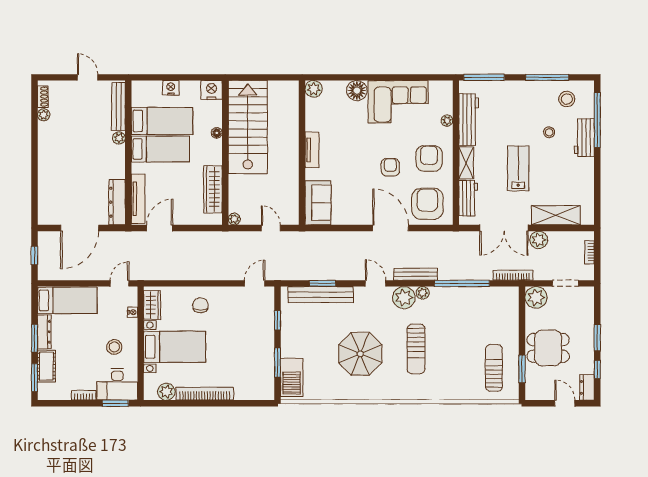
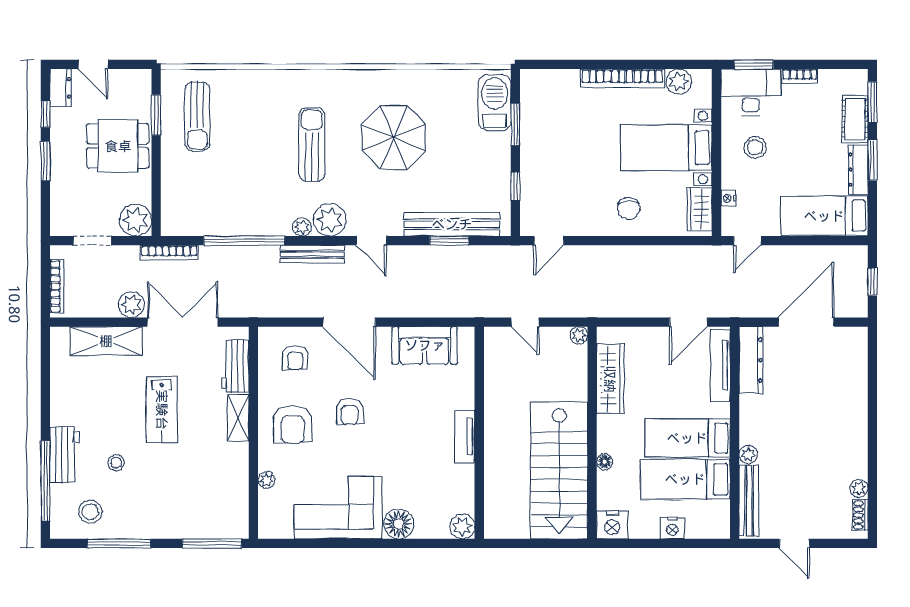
workbench: (469, 120) -> (234, 481), removed
sofa: (318, 203) -> (425, 345), moved, turned -90
armchair: (427, 204) -> (295, 358), width x0.53, depth x0.53
bookcase: (589, 252) -> (57, 286), width x1.56

